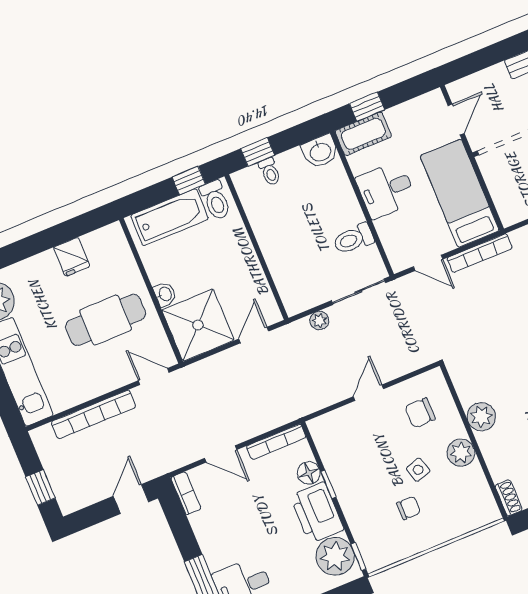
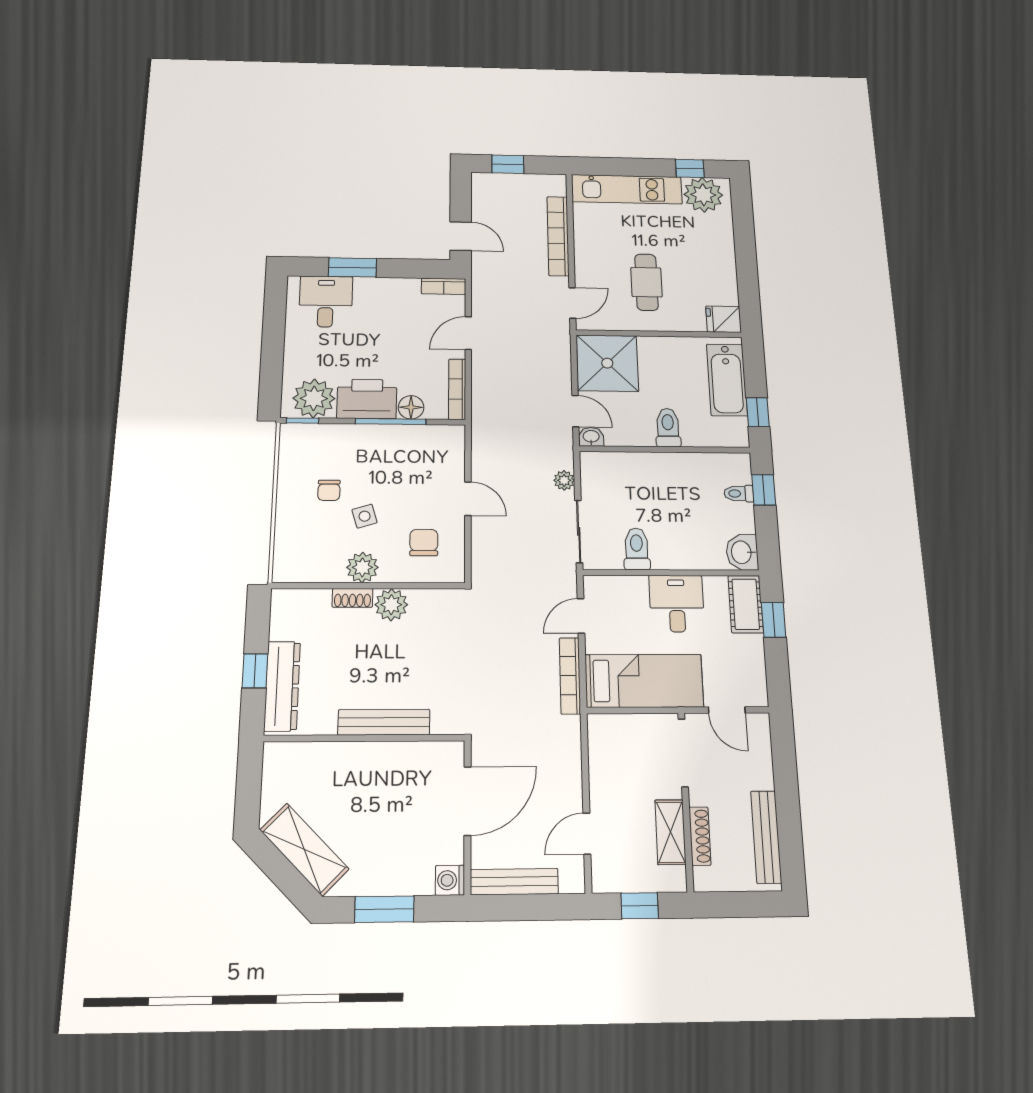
toilet: (216, 200) -> (668, 428), moved, turned 90
fridge: (72, 257) -> (724, 319), moved
washbasin: (165, 294) -> (591, 437), moved, turned 180
cafe table: (106, 320) -> (646, 282), width x0.73, depth x0.74
window: (328, 484) -> (391, 421), width x2.17
shoe rack: (509, 498) -> (353, 598), moved

